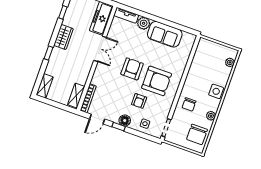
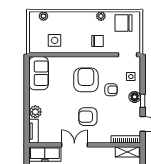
sofa: (165, 34) -> (39, 73), moved
armchair: (132, 69) -> (88, 117), moved
side table: (216, 91) -> (55, 40), moved
chair: (197, 134) -> (123, 23), turned 180

